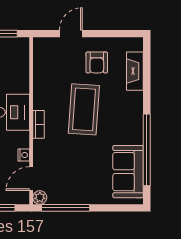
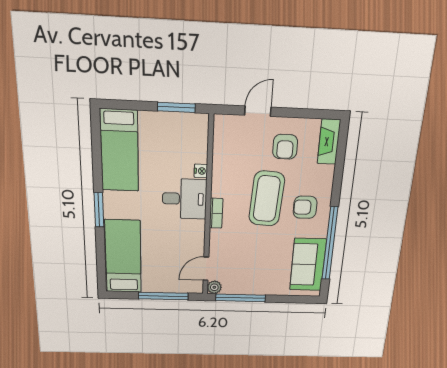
fireplace: (135, 71) -> (329, 142), moved
armchair: (120, 116) -> (305, 207), added
nightstand: (24, 155) -> (201, 171), moved

